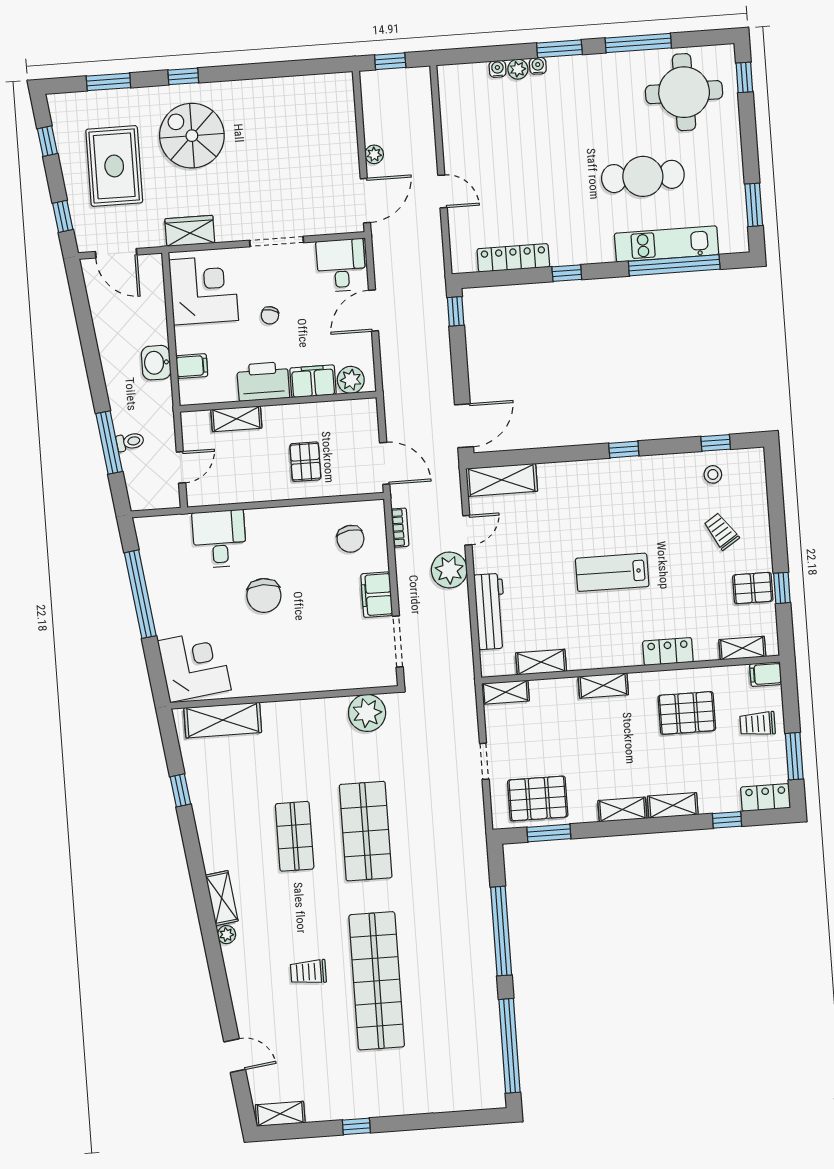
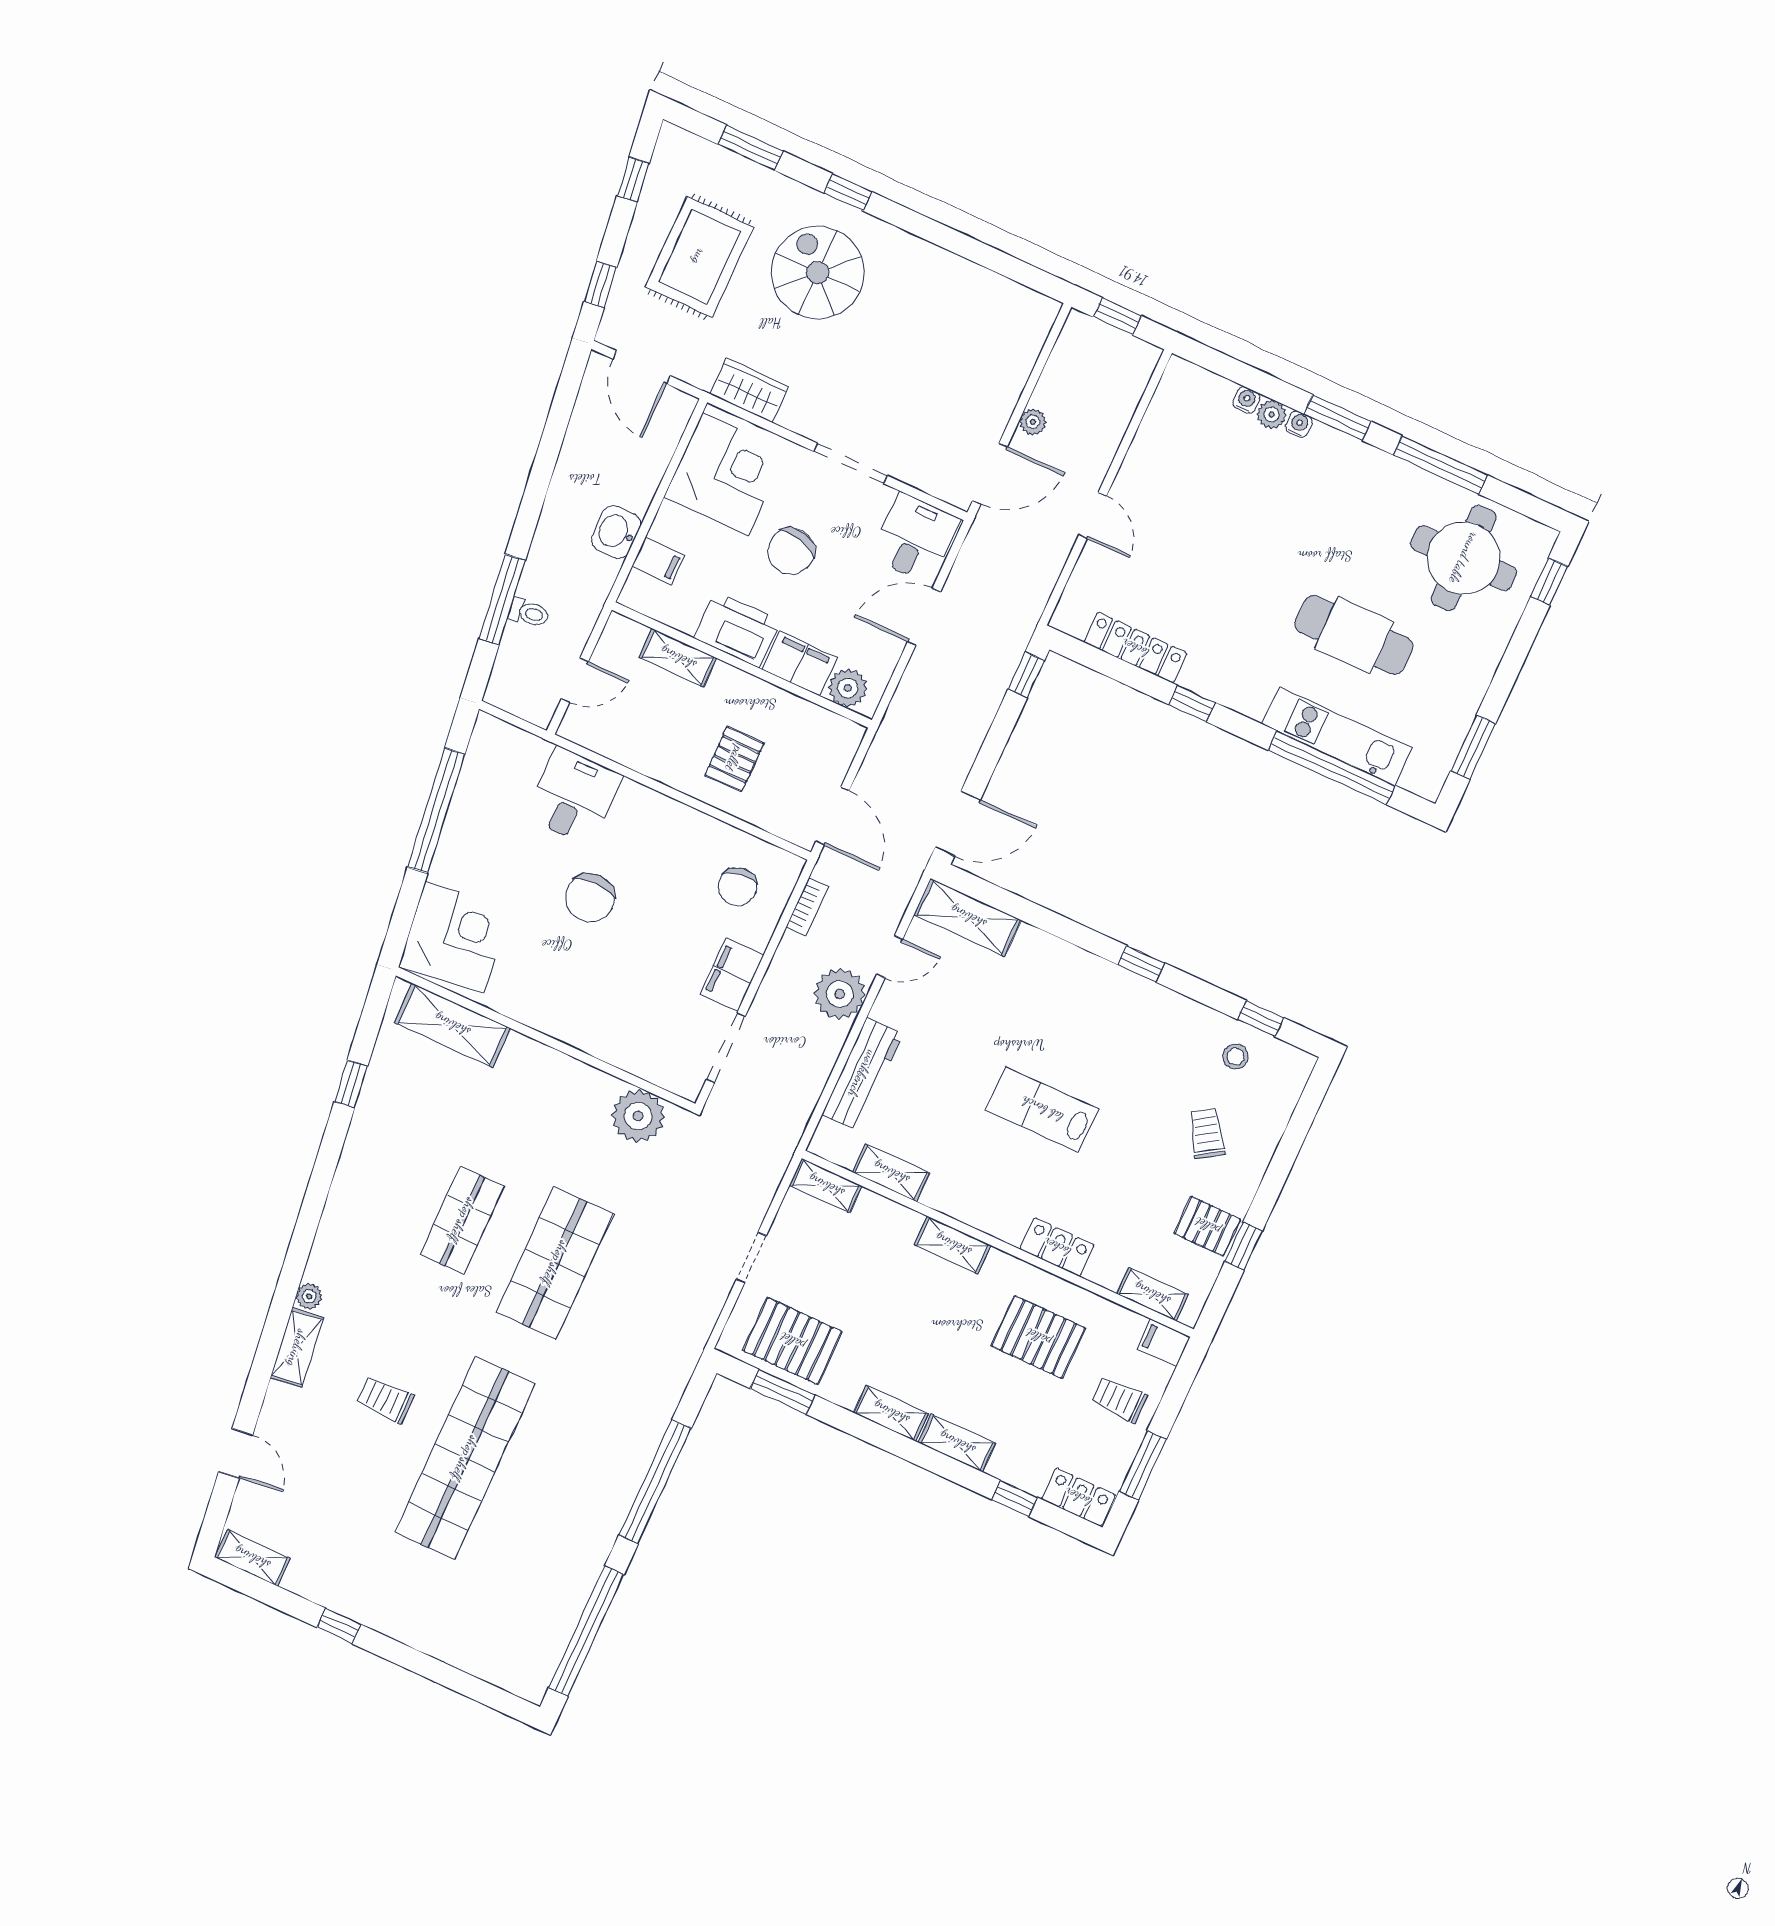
chair: (270, 315) -> (791, 551), width x1.87, depth x1.87
shelving: (222, 898) -> (297, 1348), moved

